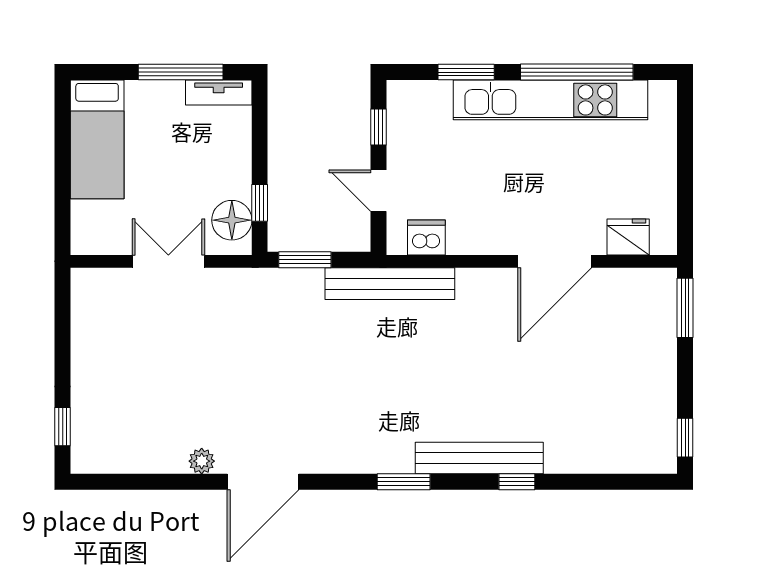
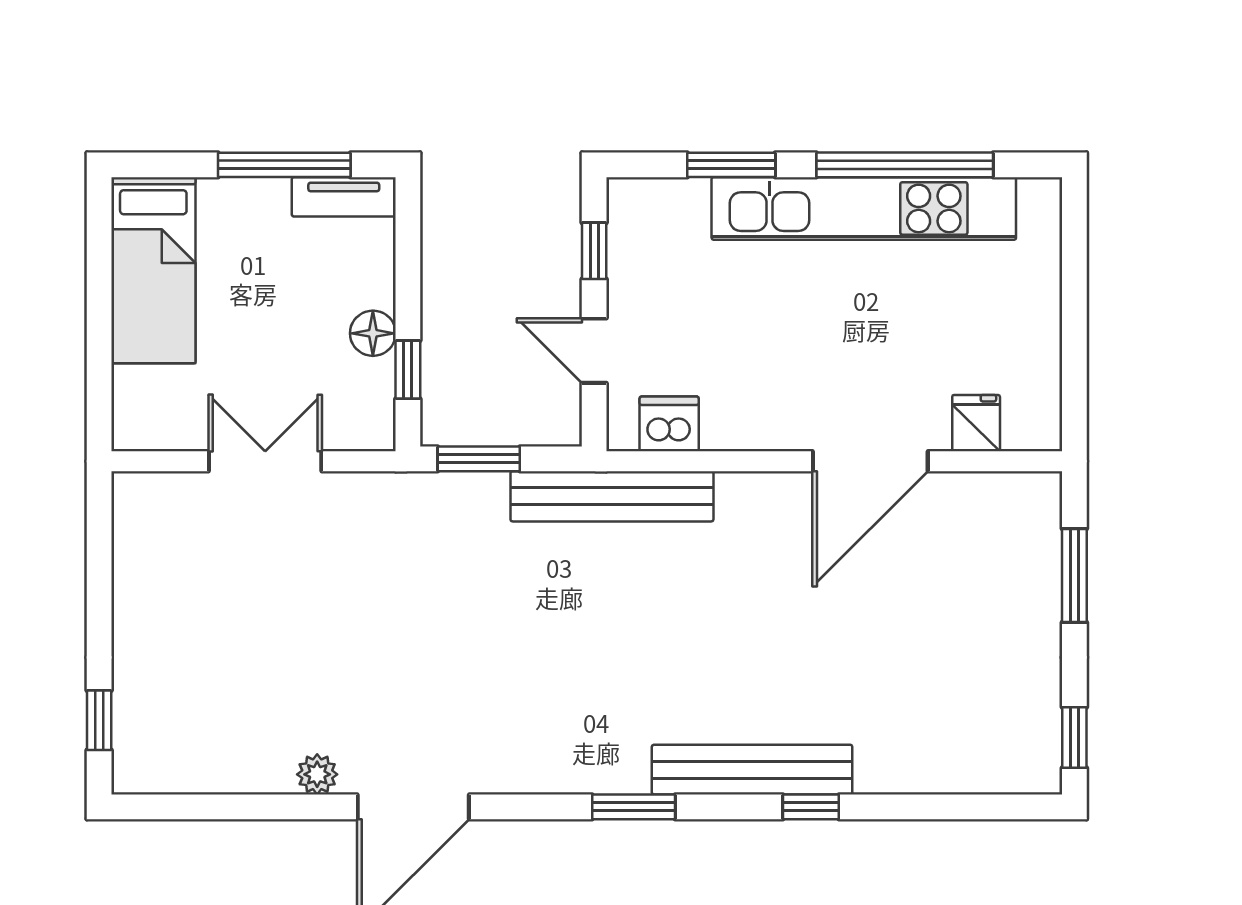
floor lamp: (232, 220) -> (373, 333), moved, width x0.73, depth x0.73
fridge: (628, 237) -> (976, 423), width x0.72
window: (685, 308) -> (1074, 575), moved

